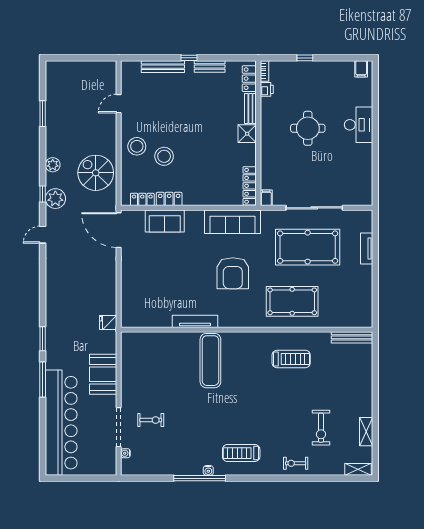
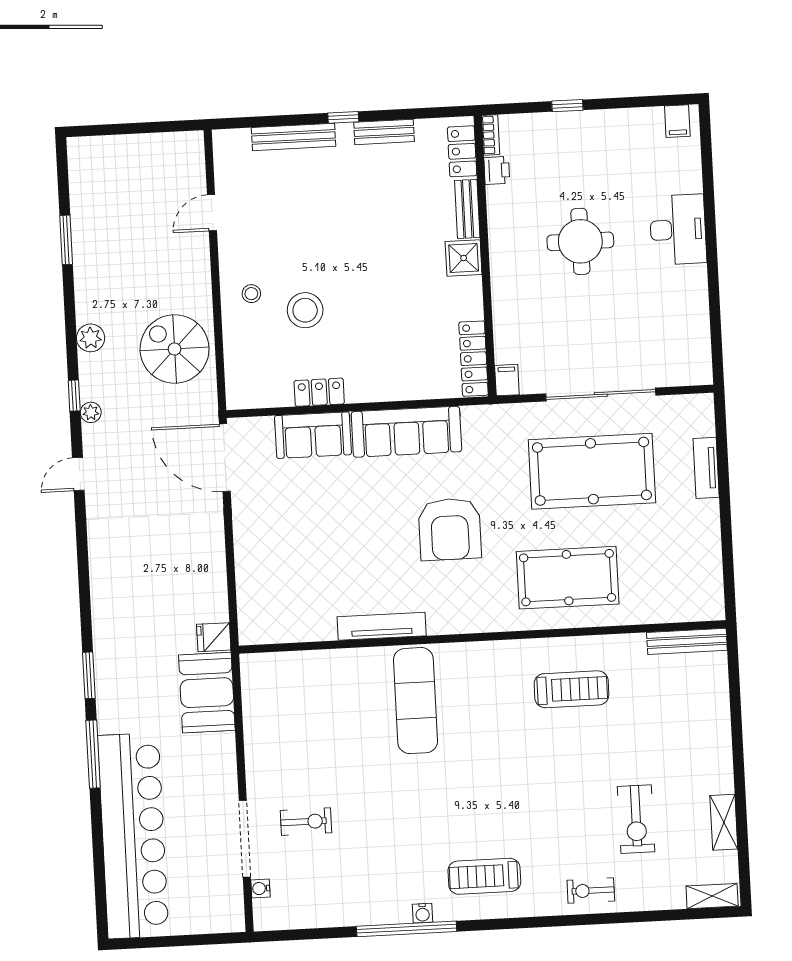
stool: (137, 146) -> (251, 294), width x0.53, depth x0.53
plant: (55, 199) -> (91, 412), width x0.53, depth x0.53
locker: (142, 199) -> (267, 396), removed
sofa: (233, 222) -> (406, 432), moved
booth: (103, 374) -> (207, 693), moved

